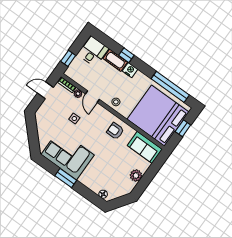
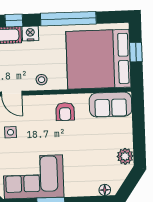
window: (170, 87) -> (68, 19), moved
armchair: (115, 131) -> (65, 112), turned -90
plant: (136, 176) -> (125, 156), moved

